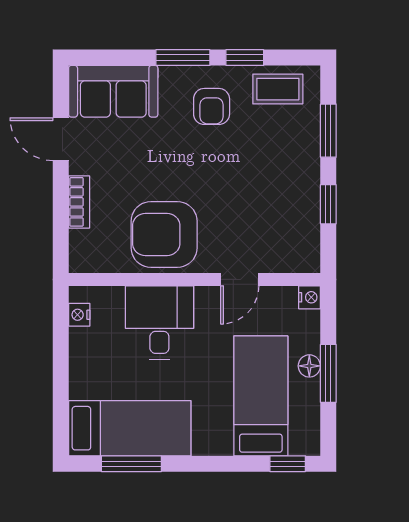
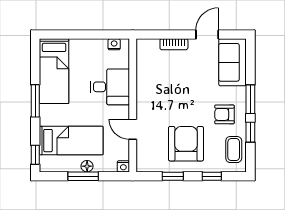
window: (328, 131) -> (212, 176), width x0.67
armchair: (164, 234) -> (186, 144), moved
window: (131, 464) -> (35, 101), moved

